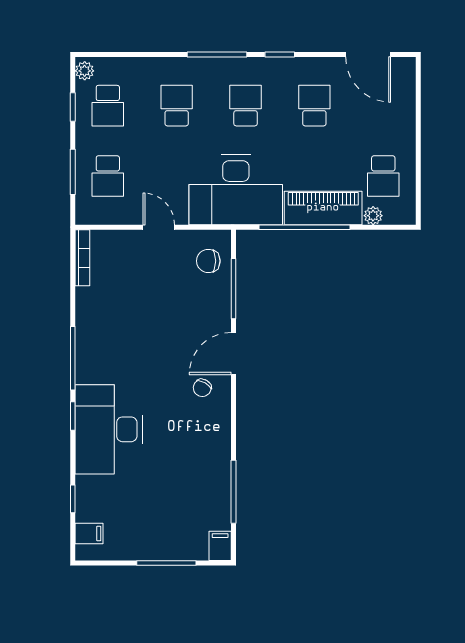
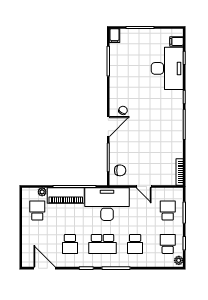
school desk: (246, 106) -> (102, 244), width x1.85
desk: (109, 429) -> (167, 68), moved

